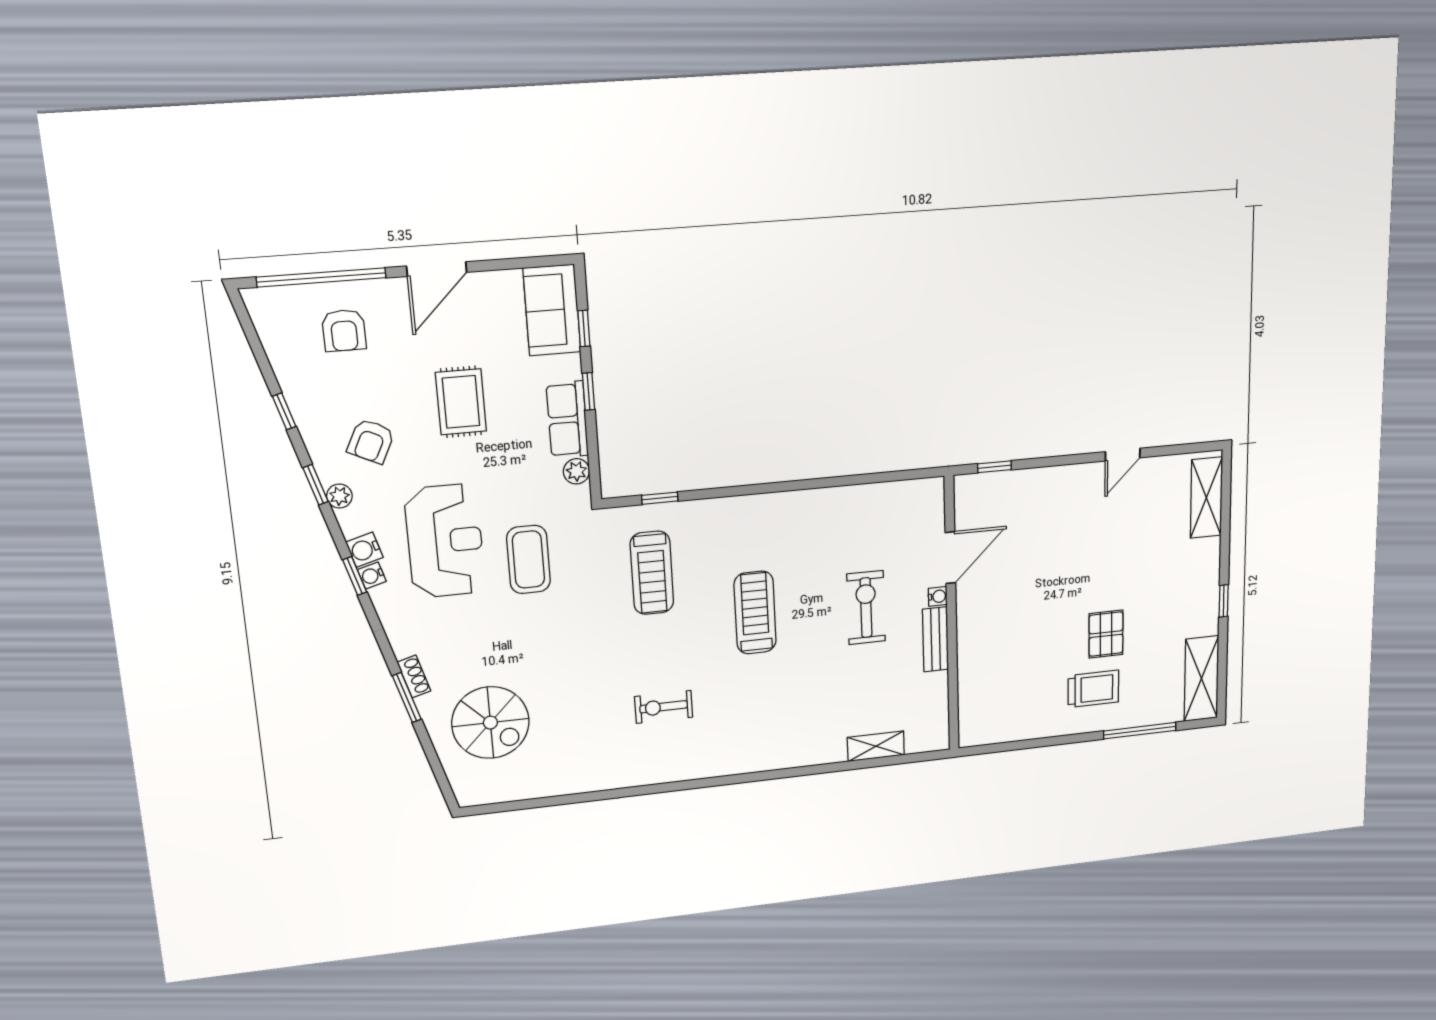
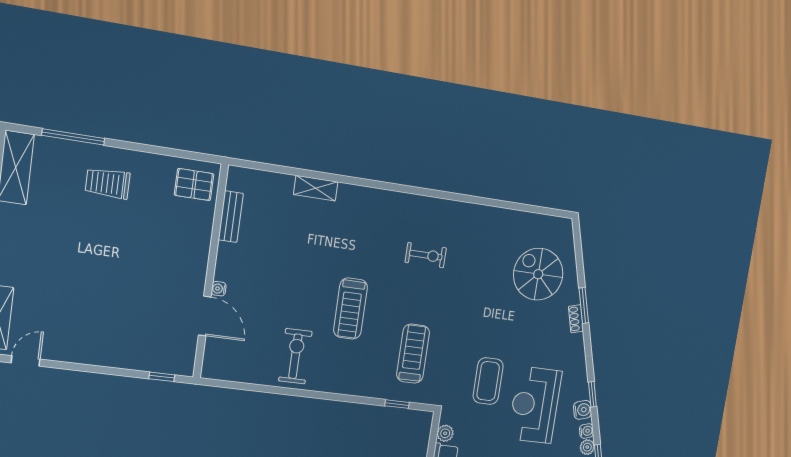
door: (1123, 455) -> (25, 361), moved
door: (950, 558) -> (205, 316), swing flipped
water cooler: (372, 576) -> (586, 431), moved
exercise bike: (866, 608) -> (295, 356), moved, turned 180
pallet: (1106, 634) -> (194, 184), moved, turned 90
bench: (935, 639) -> (231, 217), moved
shelving: (876, 746) -> (316, 188), moved

